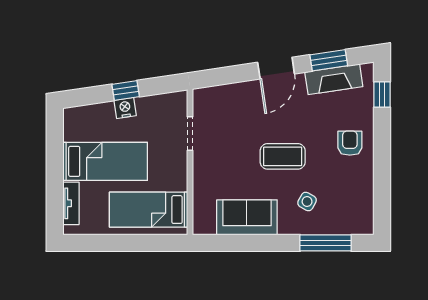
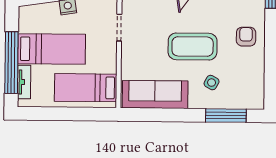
coffee table: (283, 156) -> (193, 47), width x1.36, depth x1.32
window: (55, 179) -> (11, 63), added
sofa: (247, 217) -> (155, 95), width x1.36

